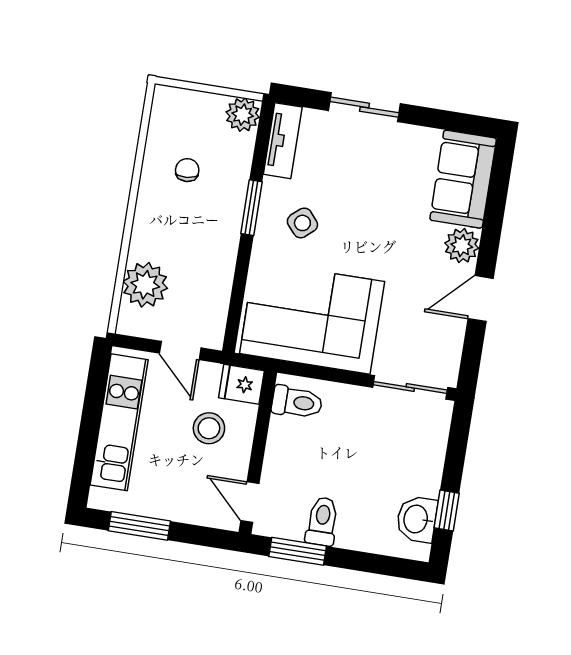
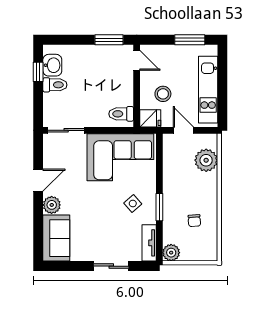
toilet: (322, 521) -> (55, 85), moved, turned -90

